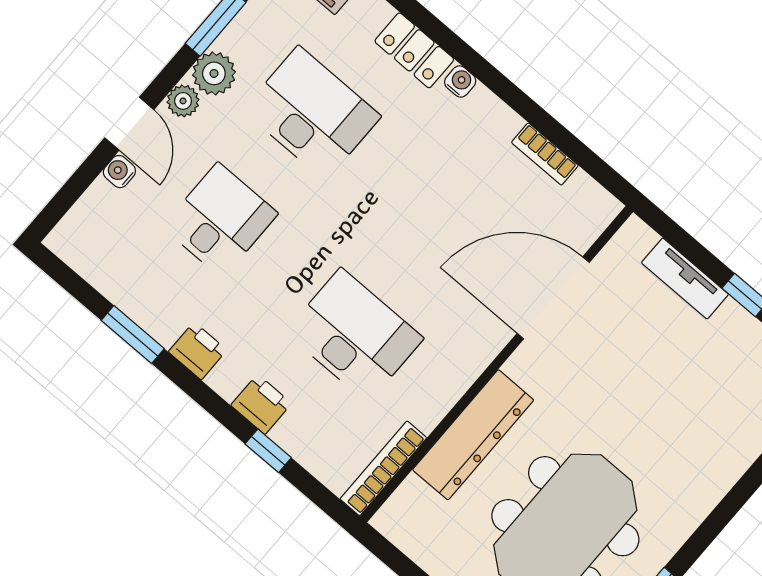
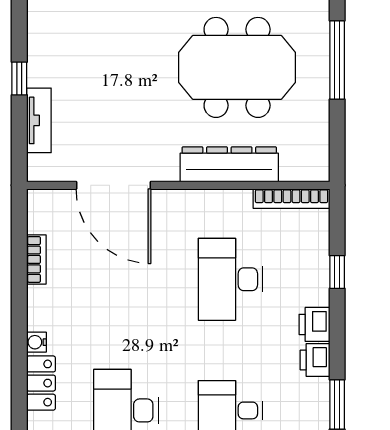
printer: (261, 404) -> (314, 324), moved

